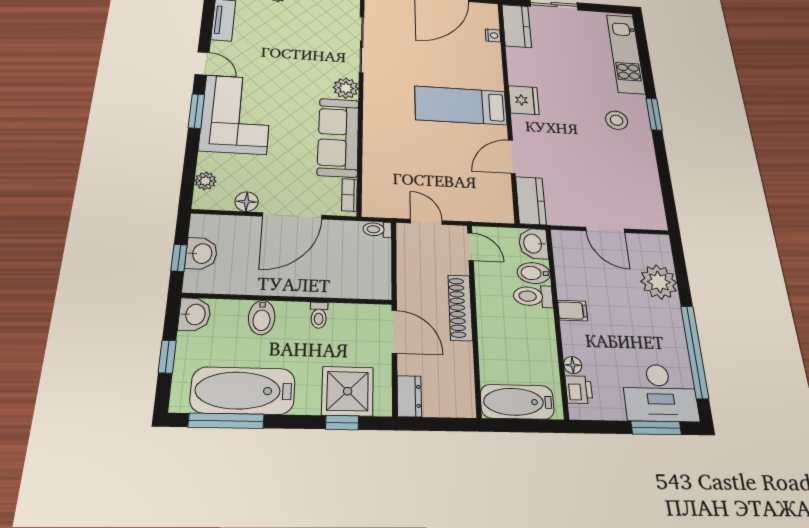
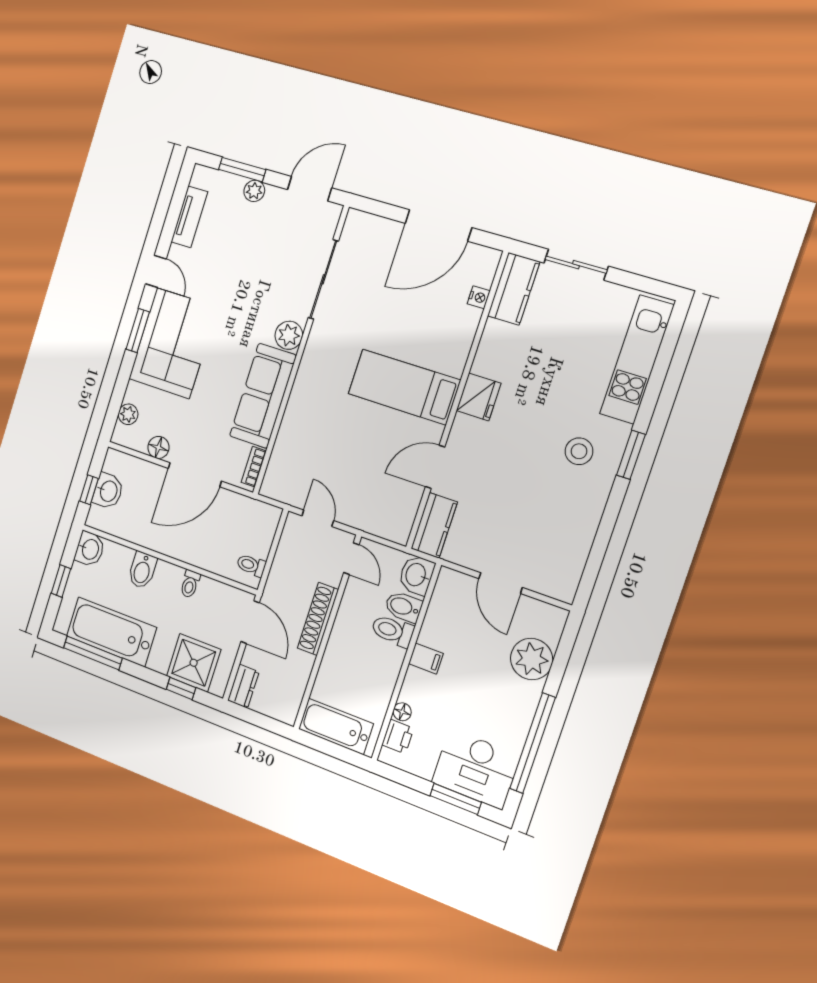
toilet: (377, 229) -> (251, 565), moved

